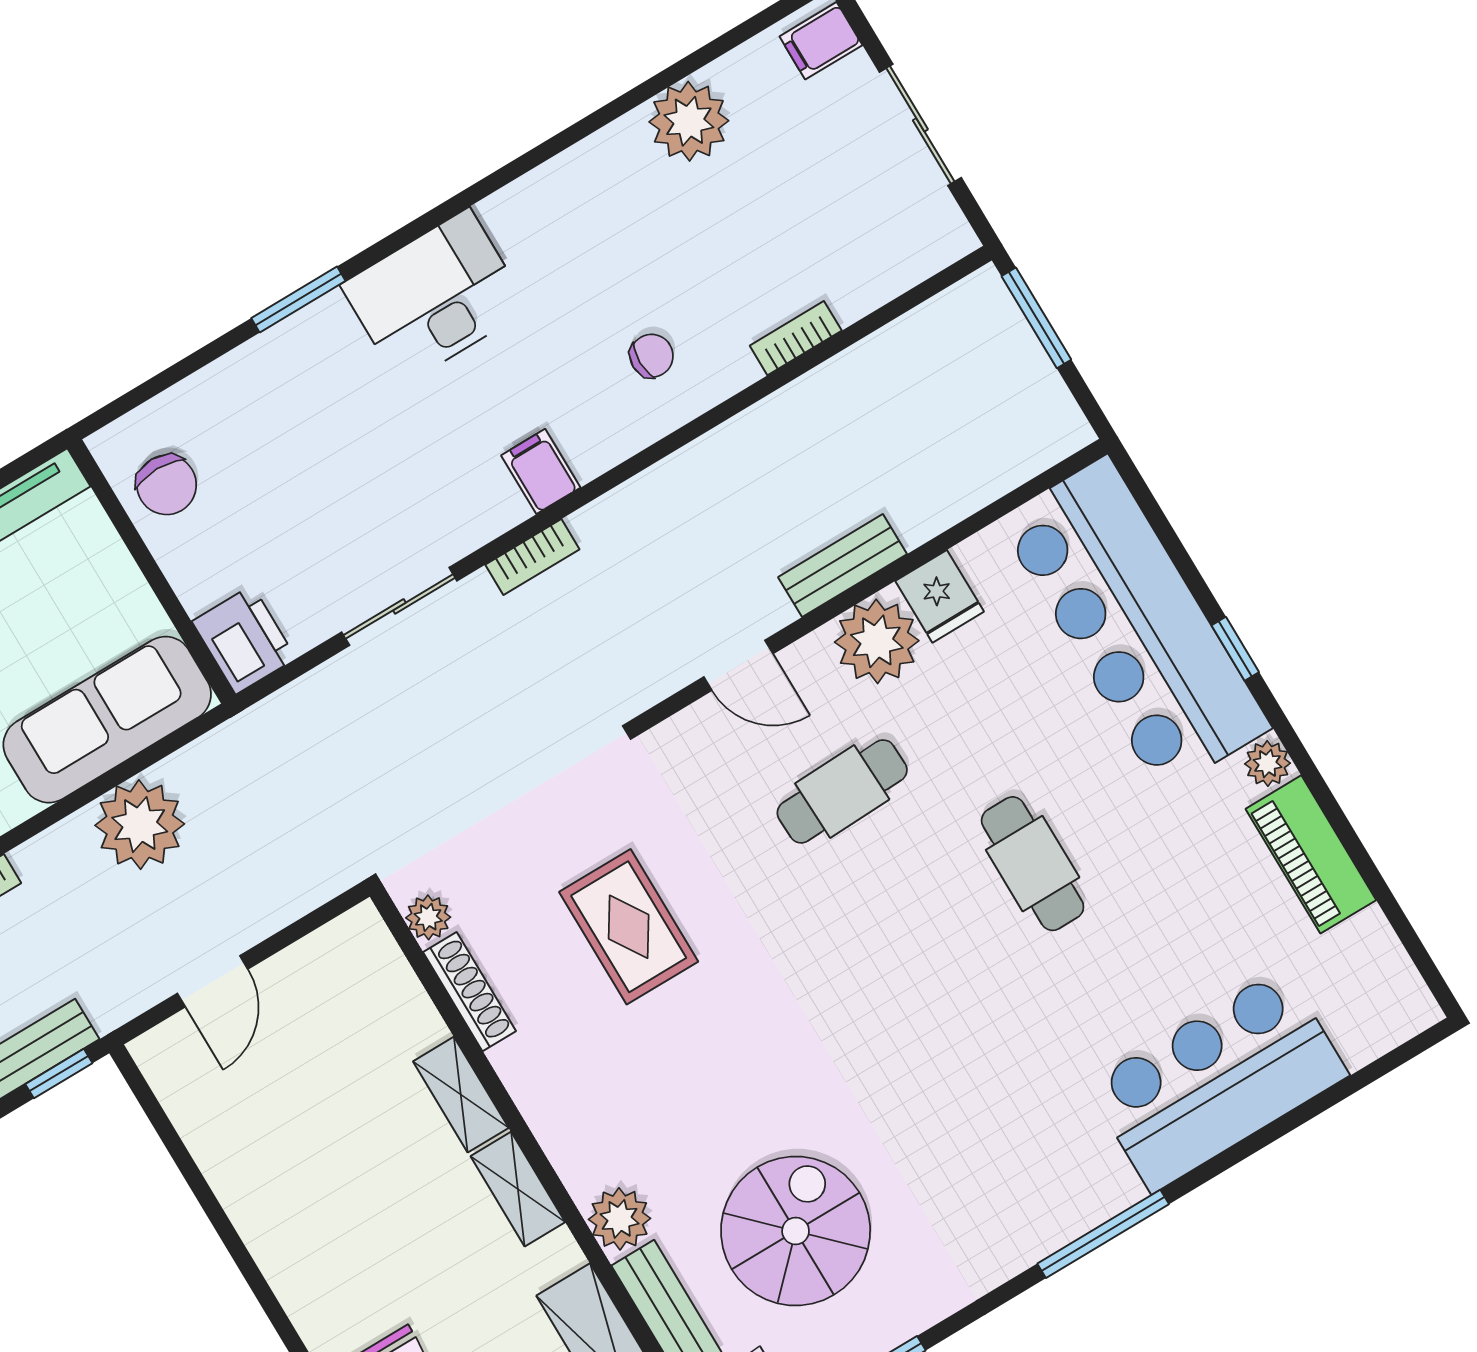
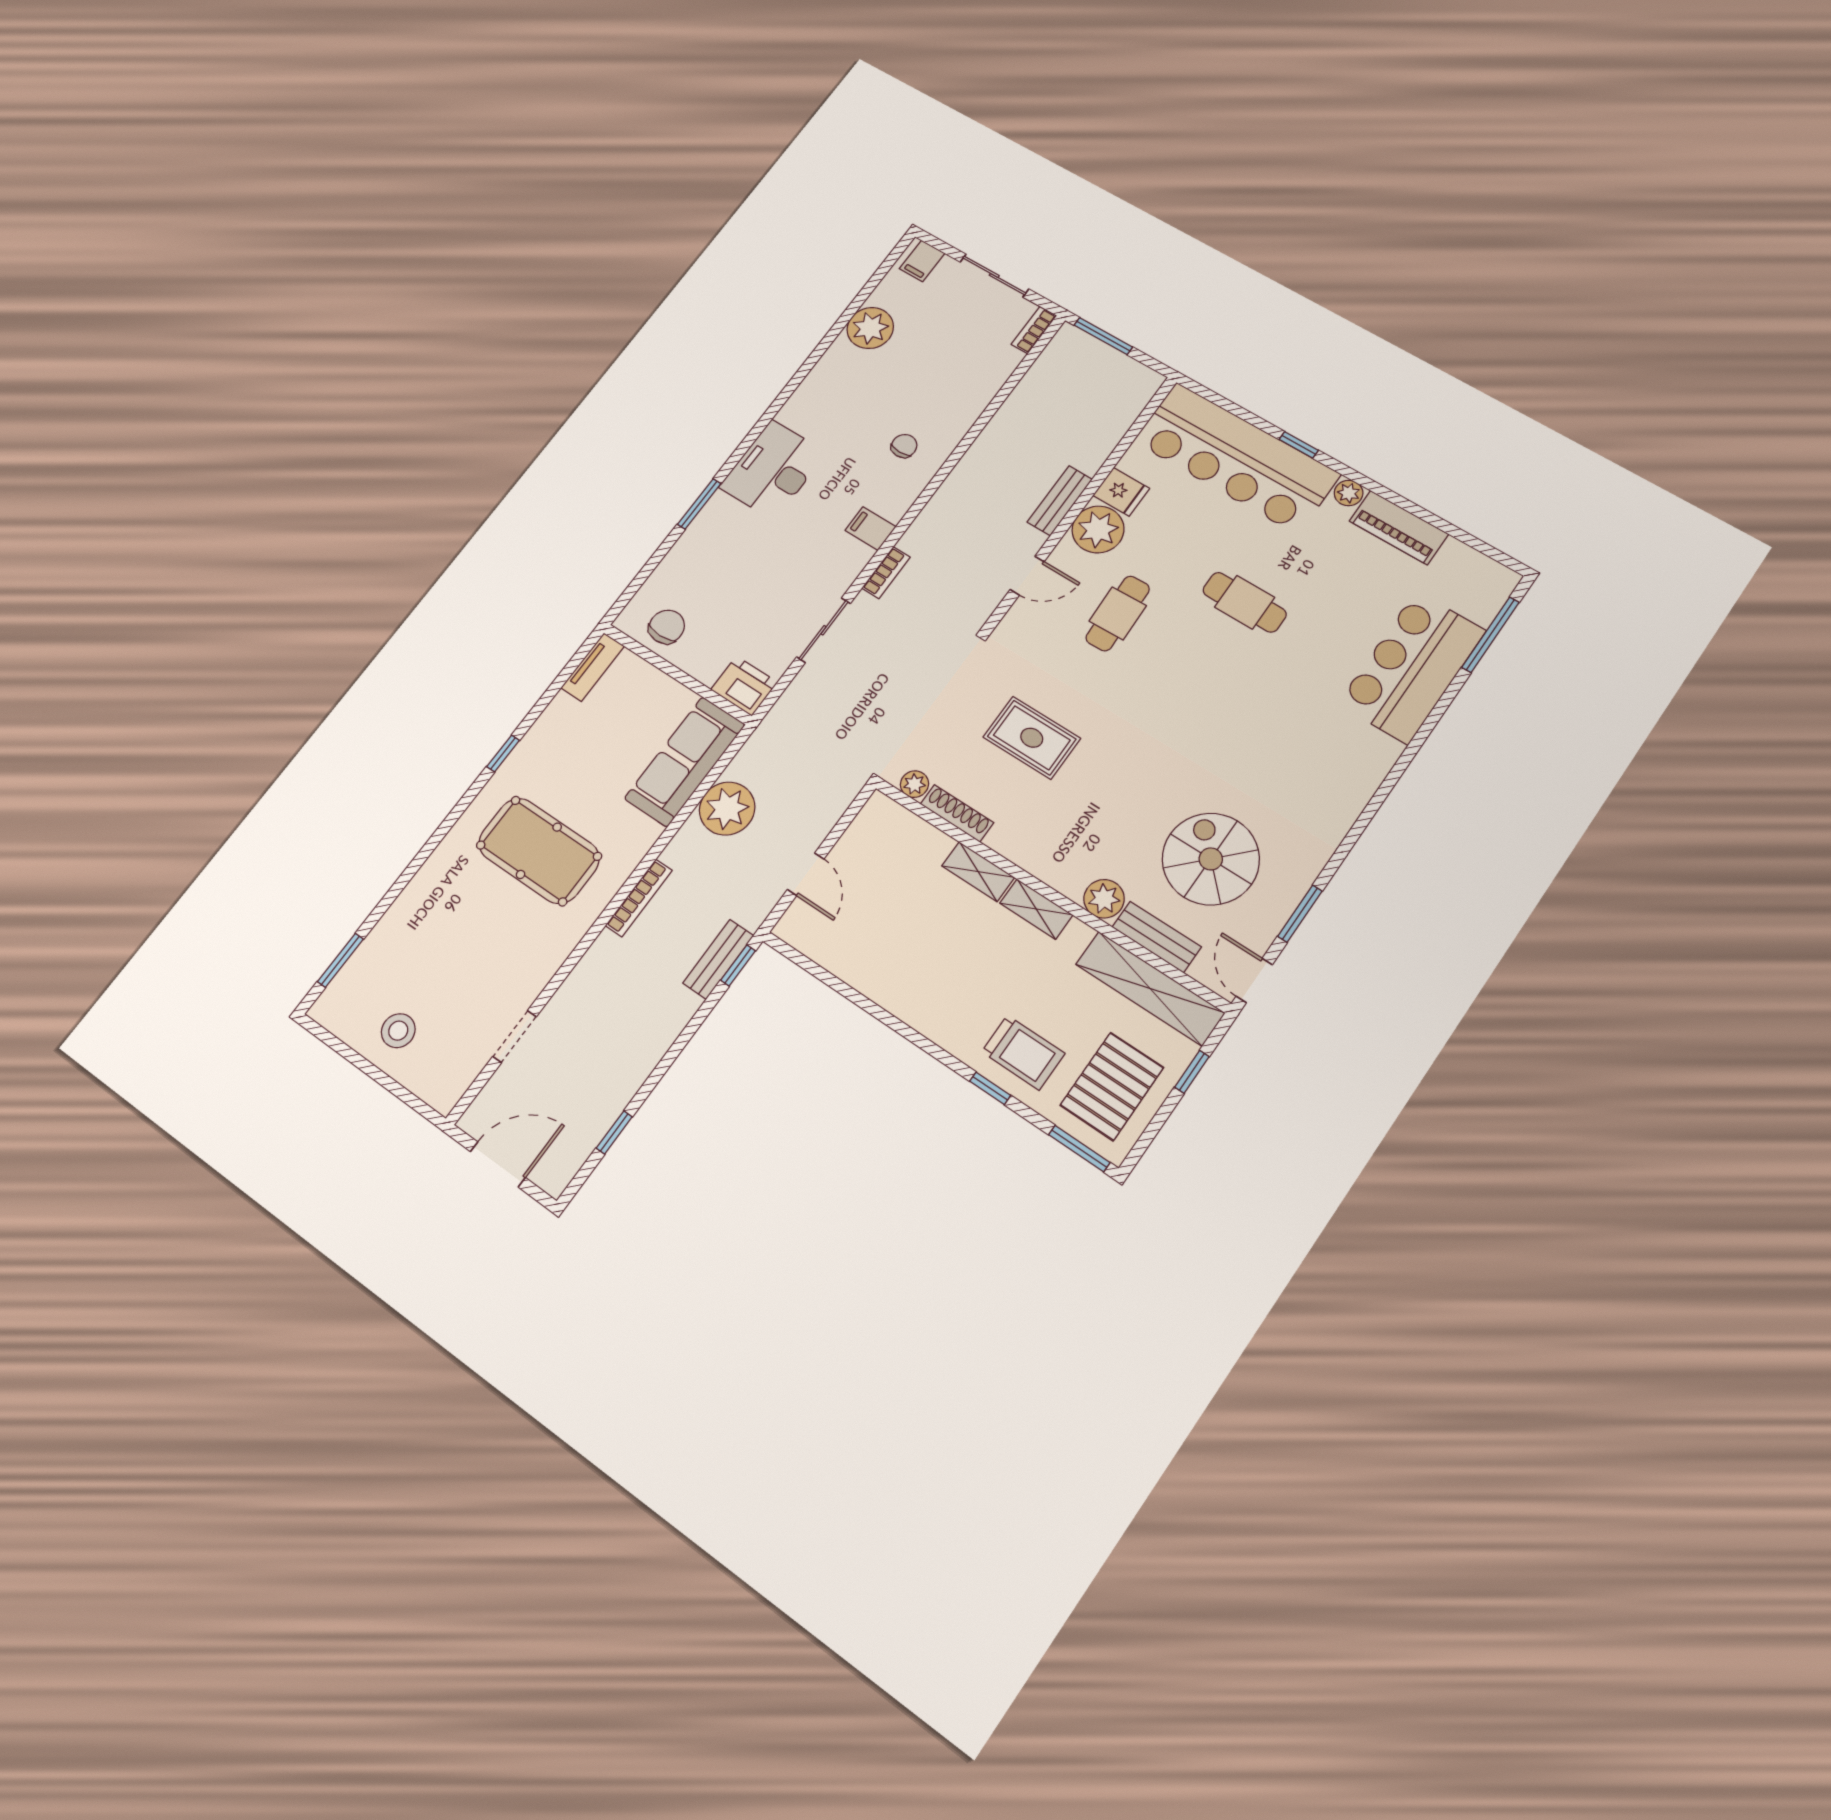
bookcase: (796, 338) -> (1034, 330), moved
chair: (167, 485) -> (667, 627), turned -90
window: (1103, 1234) -> (1490, 635), moved

